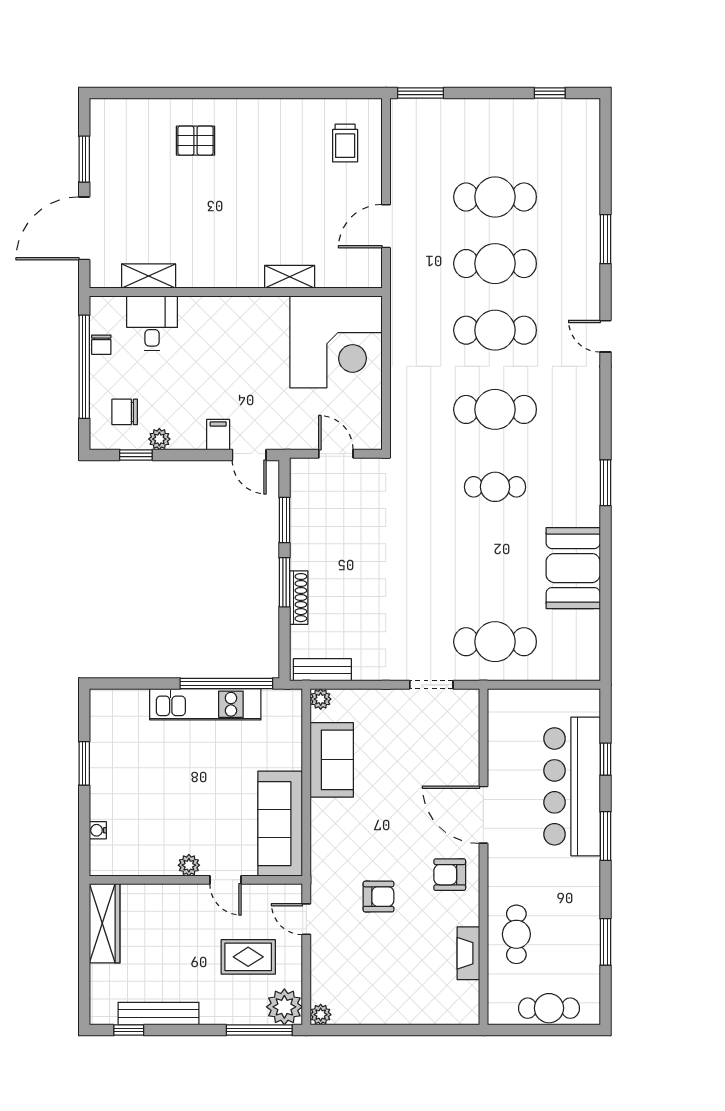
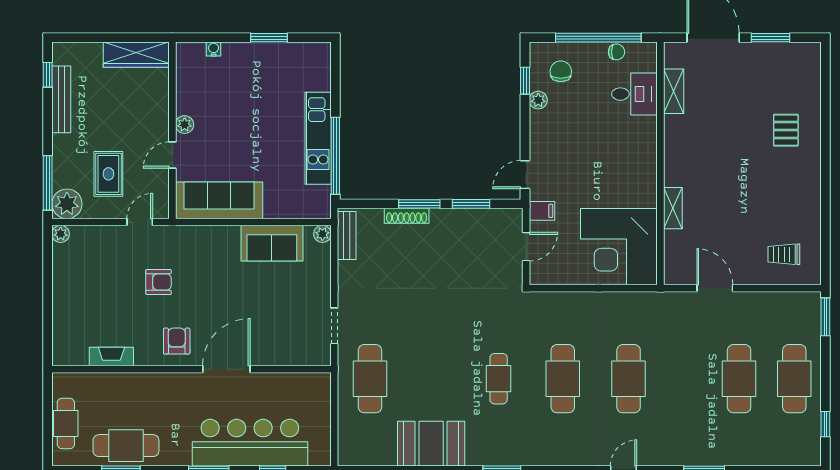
cafe table: (495, 264) -> (794, 379), moved
chair: (101, 345) -> (617, 52), turned 180
filing cabinet: (218, 435) -> (542, 211), moved
armchair: (379, 897) -> (158, 282), turned -90
cafe table: (516, 934) -> (126, 446), moved, width x1.37, depth x1.35

